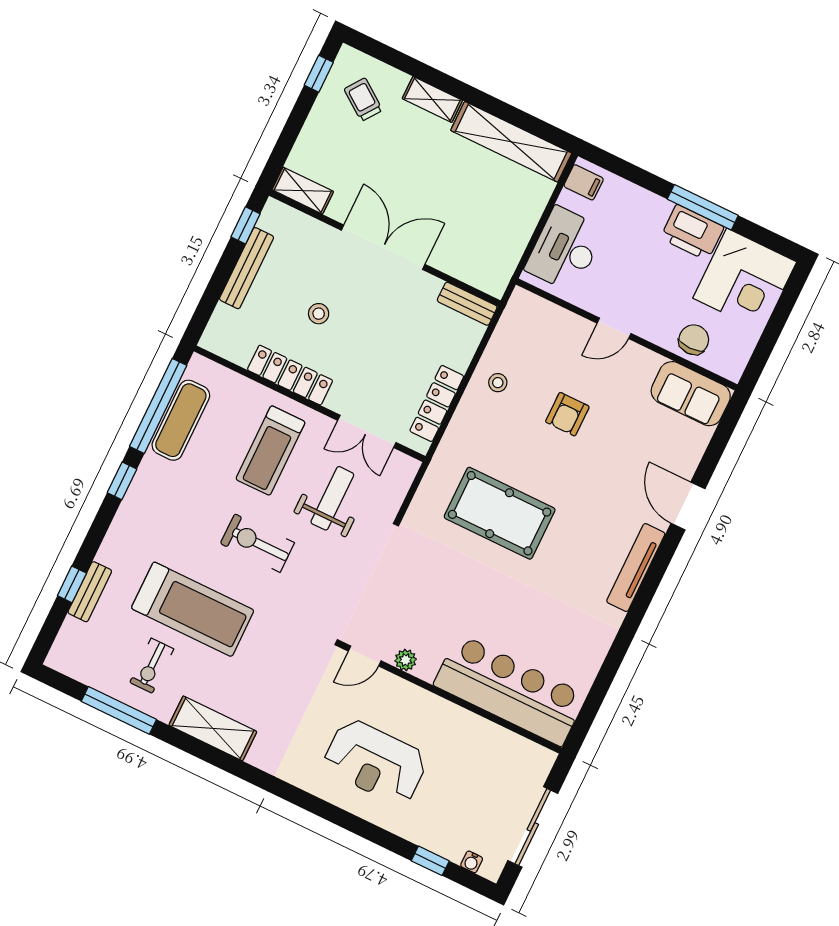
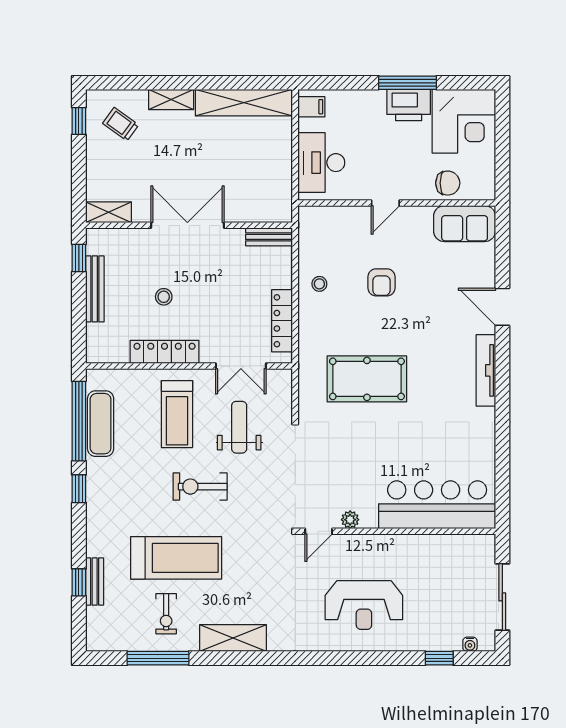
chair: (694, 340) -> (448, 183), turned 90

